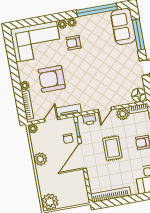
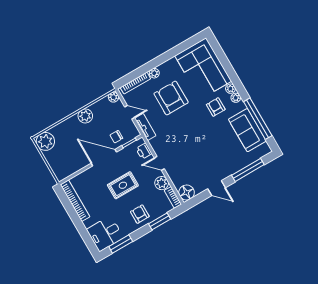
sofa: (123, 27) -> (247, 130), moved, turned -90

